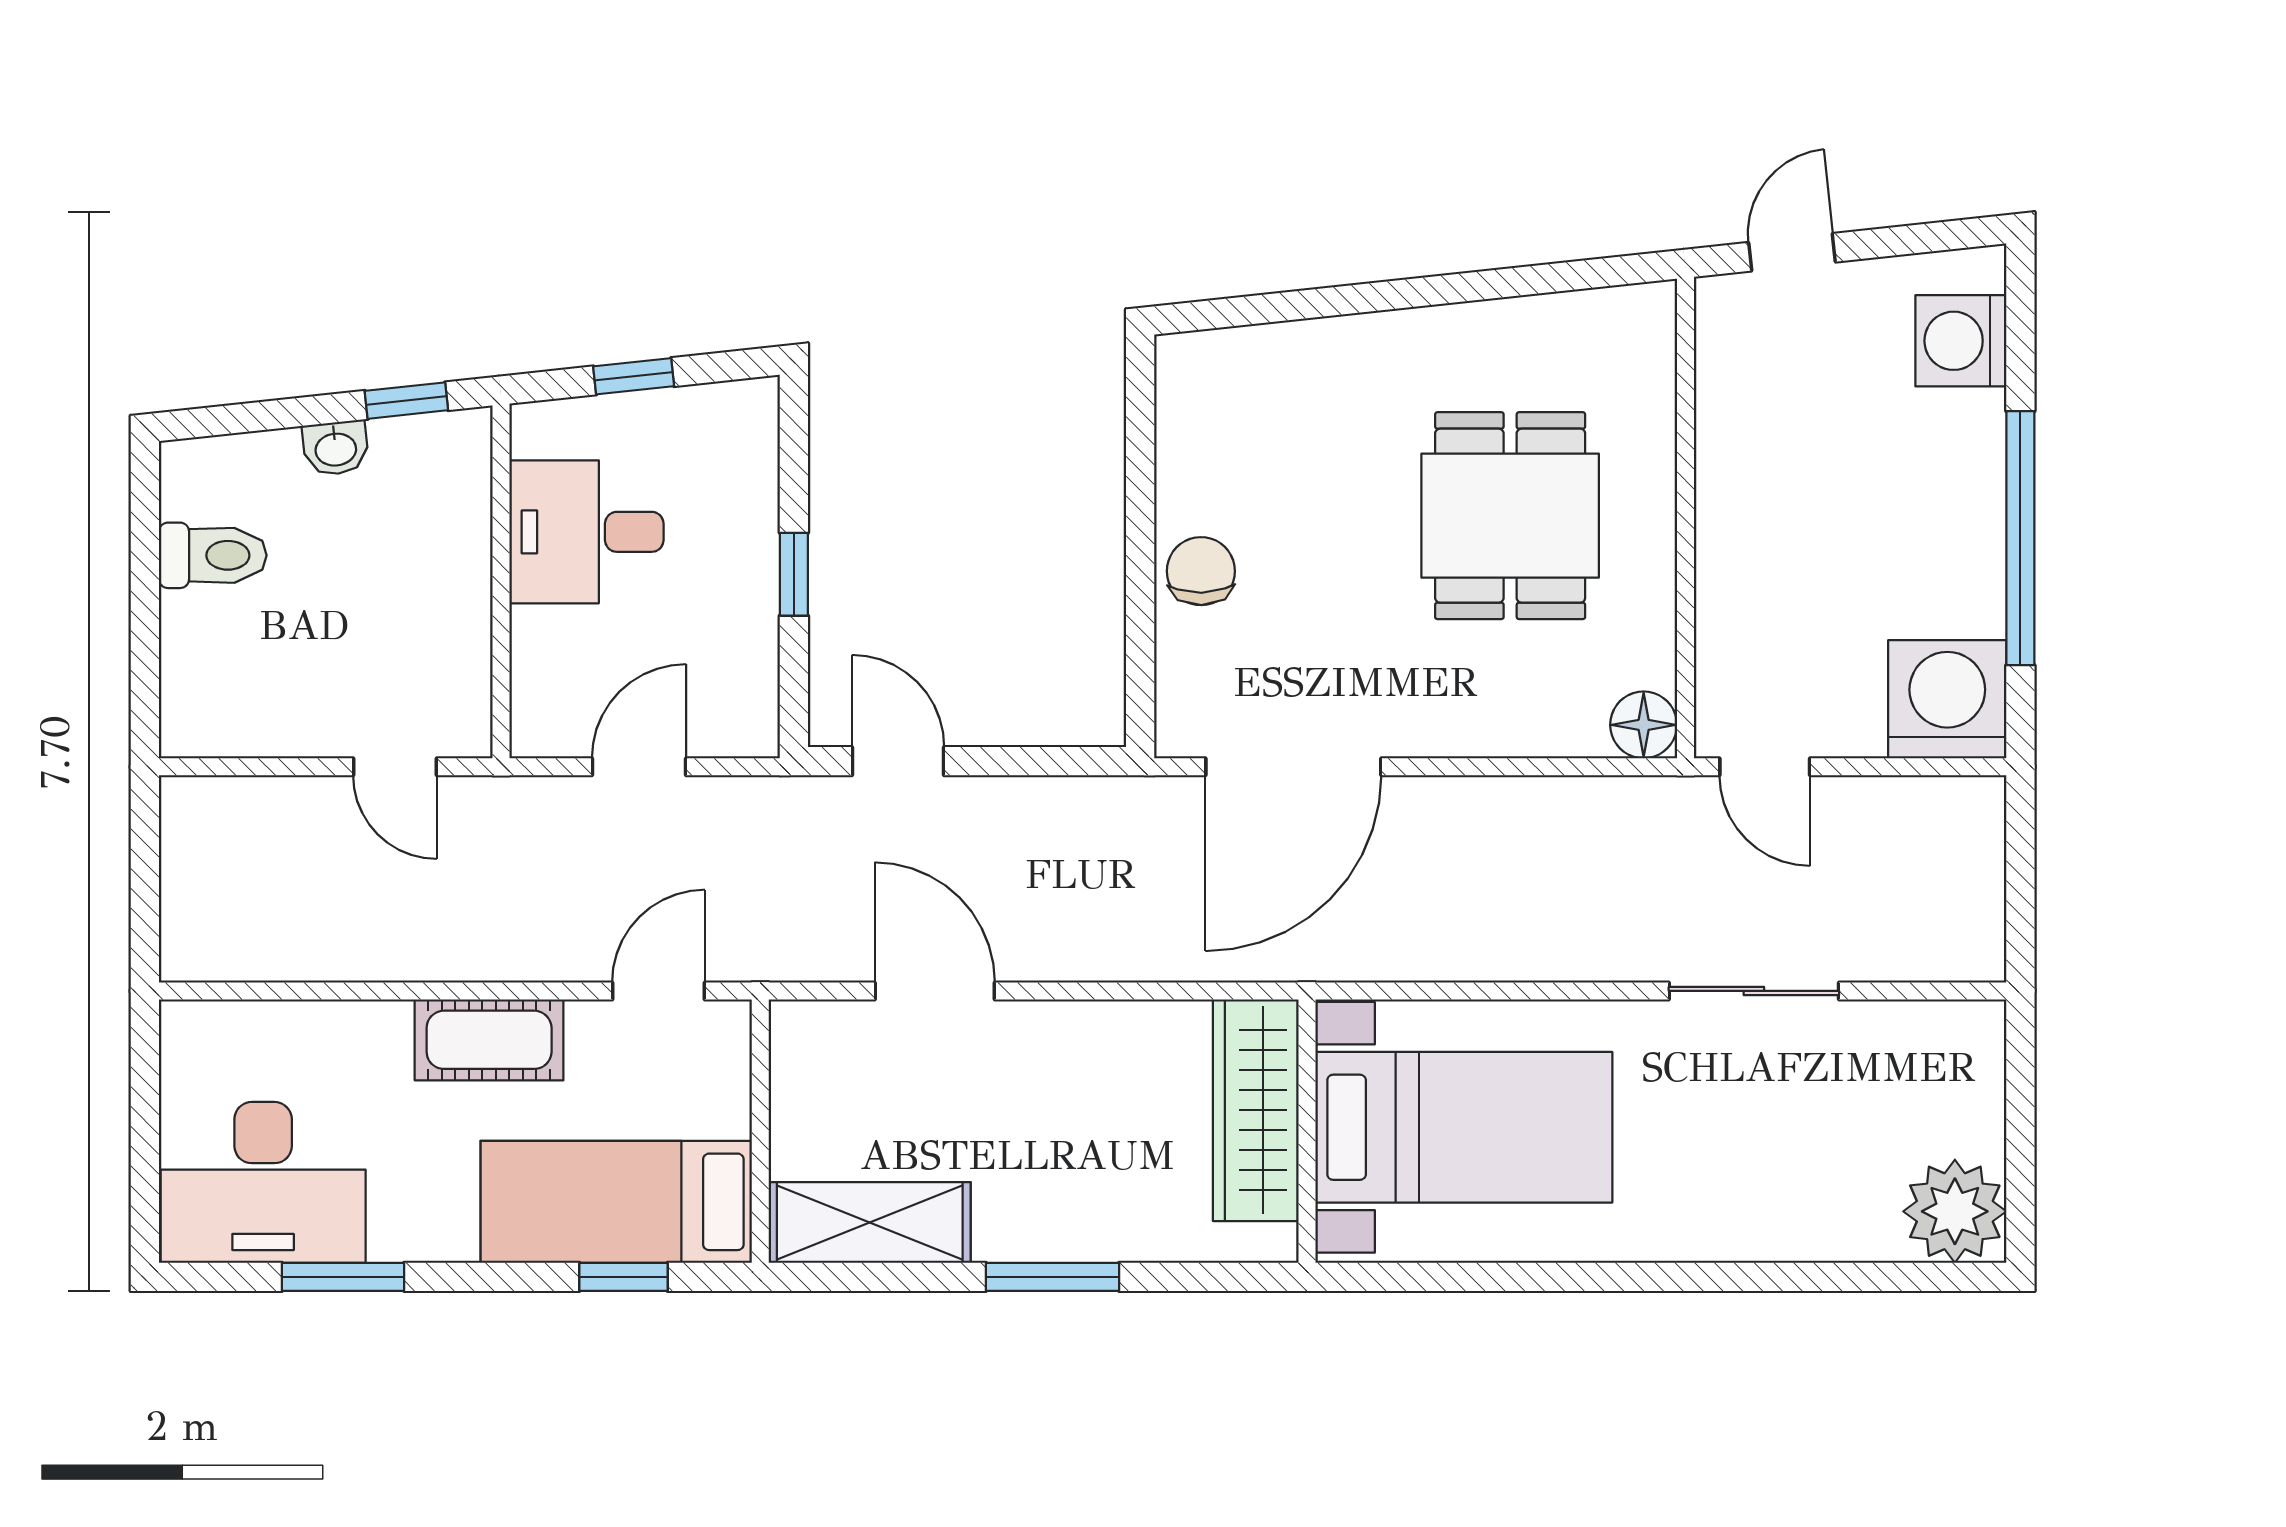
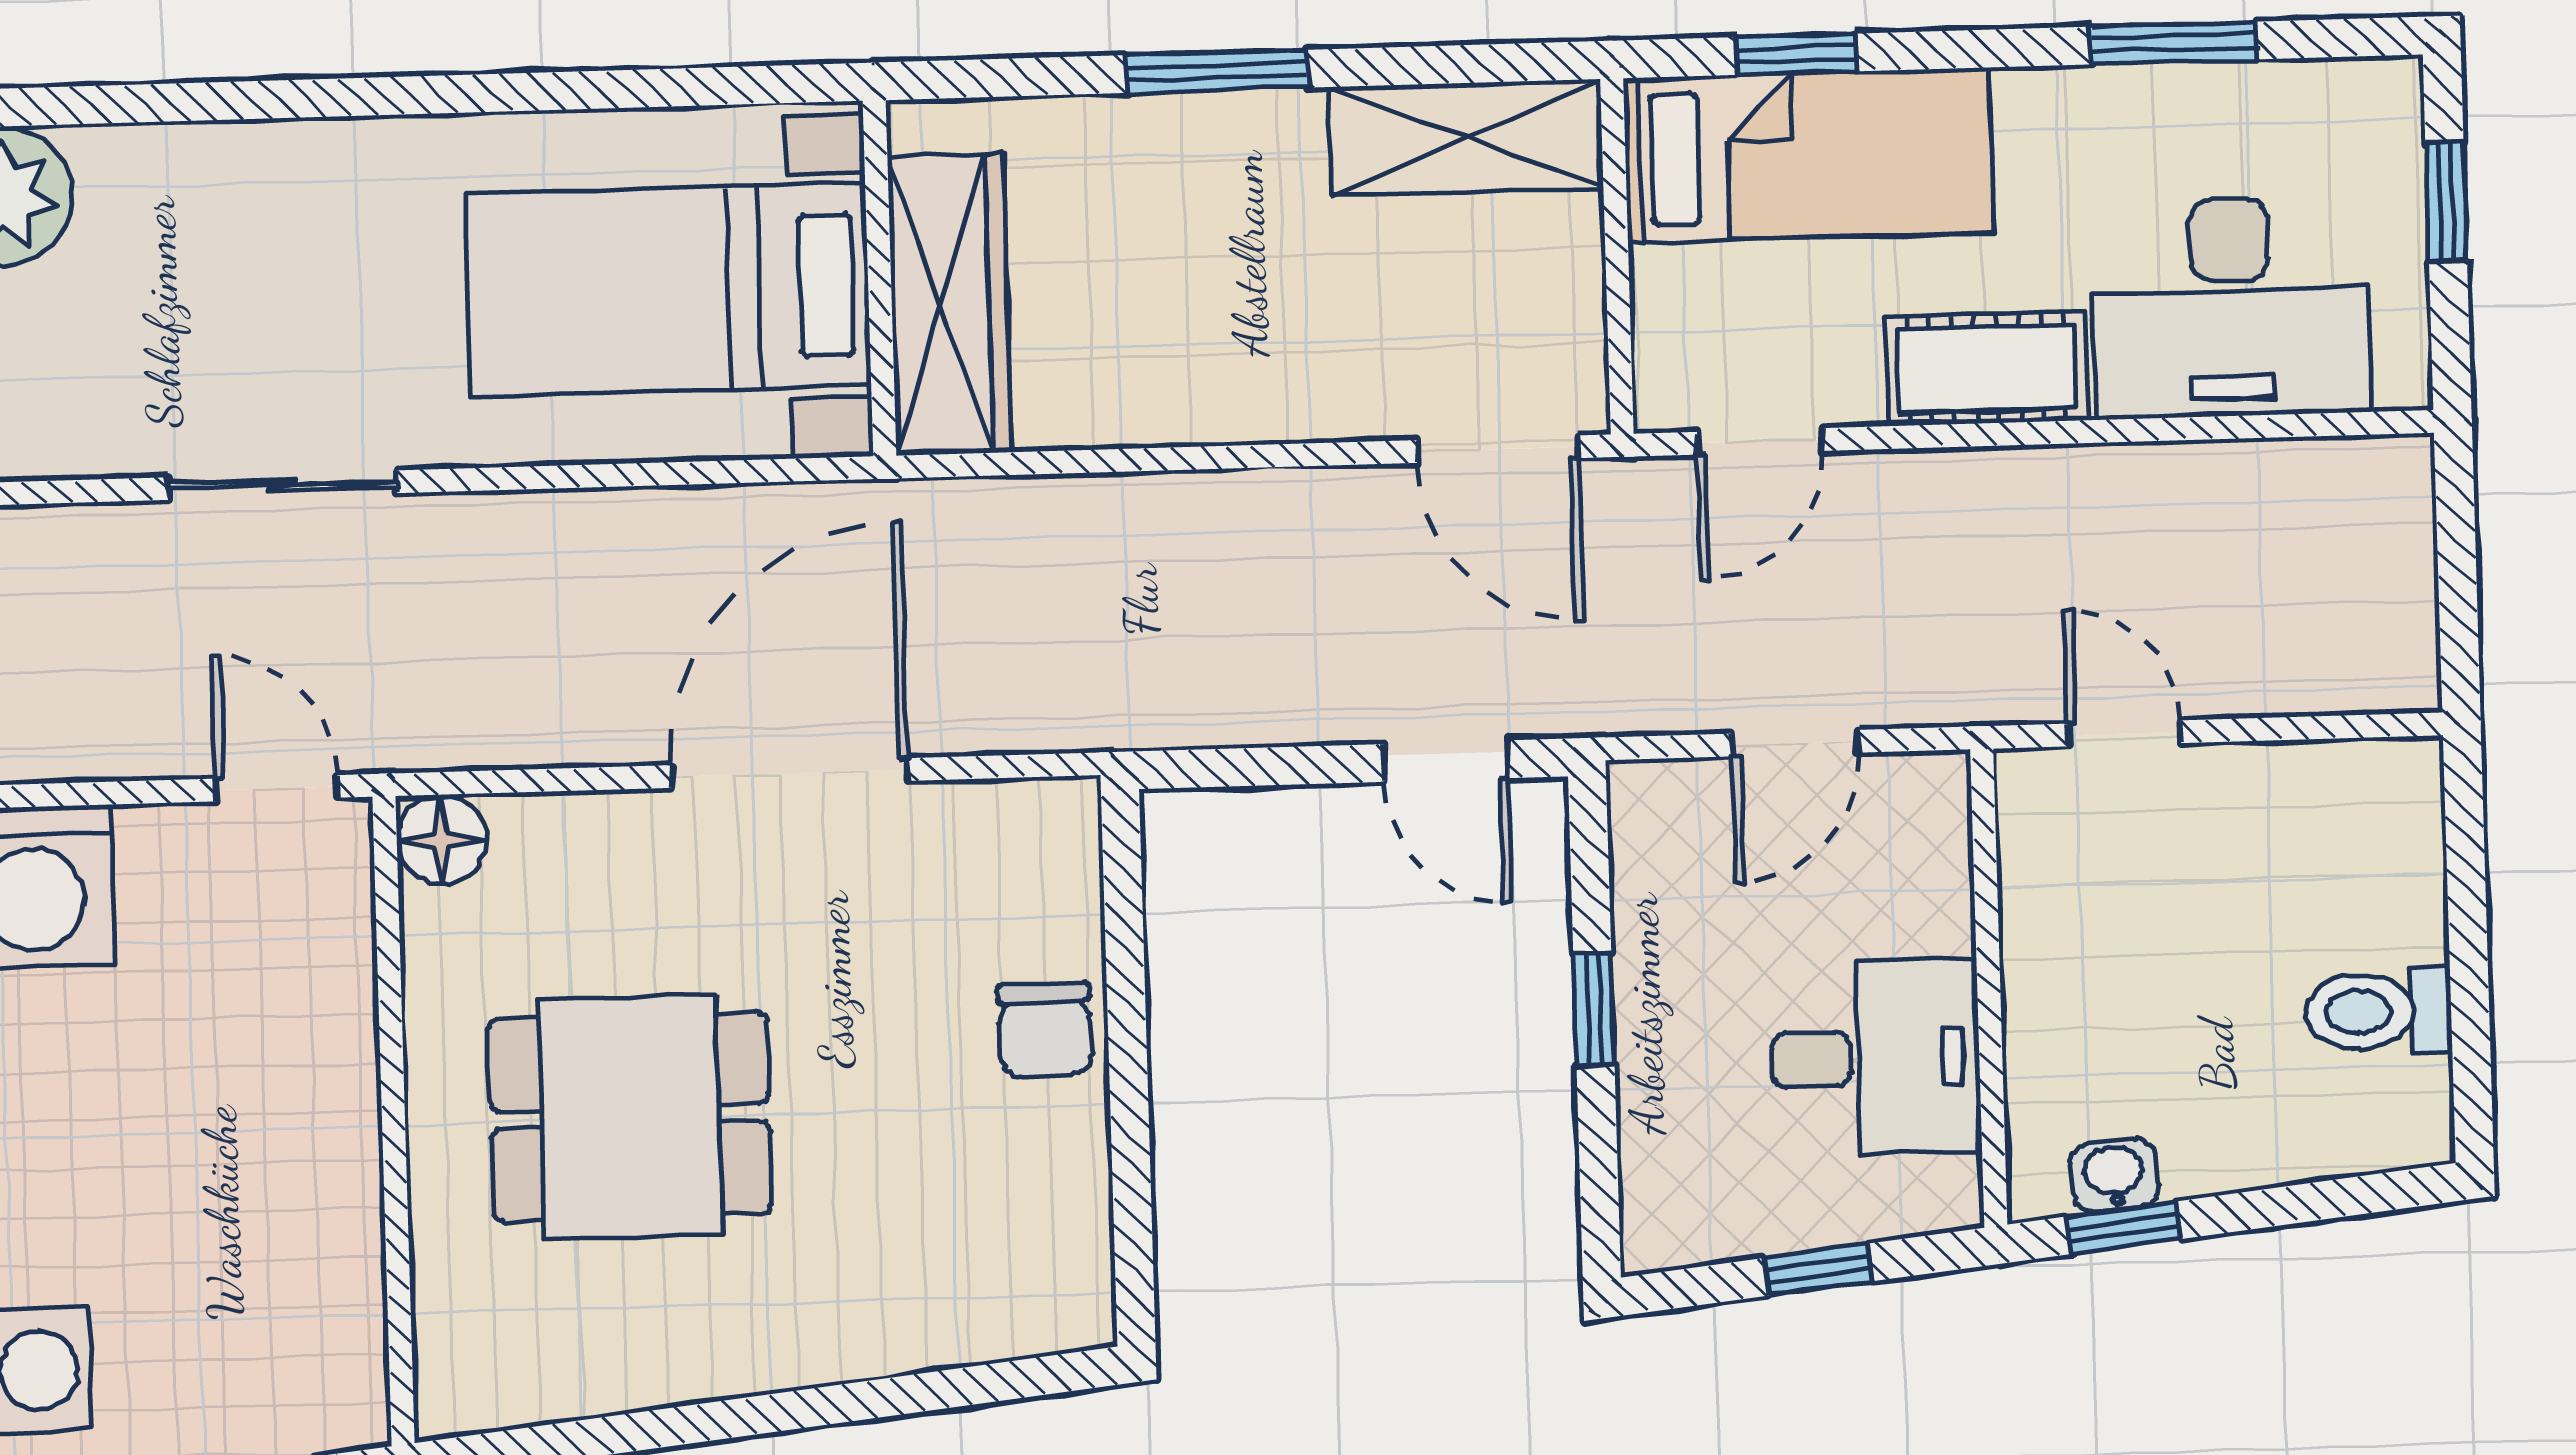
washbasin: (336, 448) -> (2114, 1175), moved
dining table: (1510, 516) -> (630, 1117), turned 90
door: (1293, 767) -> (790, 773), moved
door: (935, 991) -> (1498, 449), moved
window: (145, 1153) -> (2446, 202), added
desk: (263, 1182) -> (2231, 307), moved, turned 180

